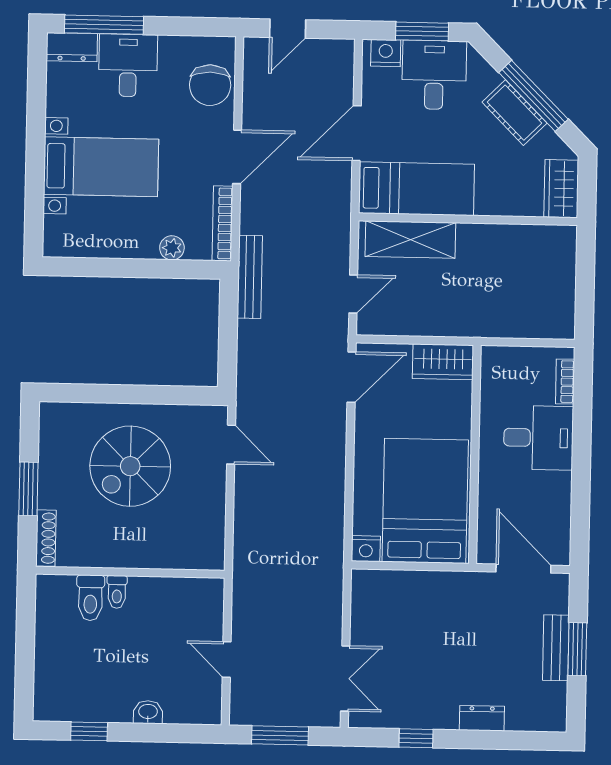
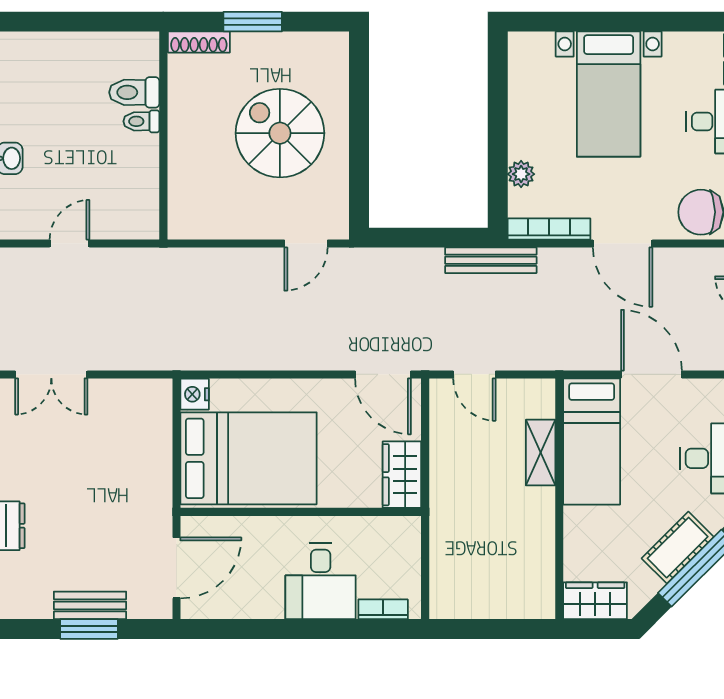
shelving: (410, 240) -> (541, 453), width x0.67, depth x0.75

